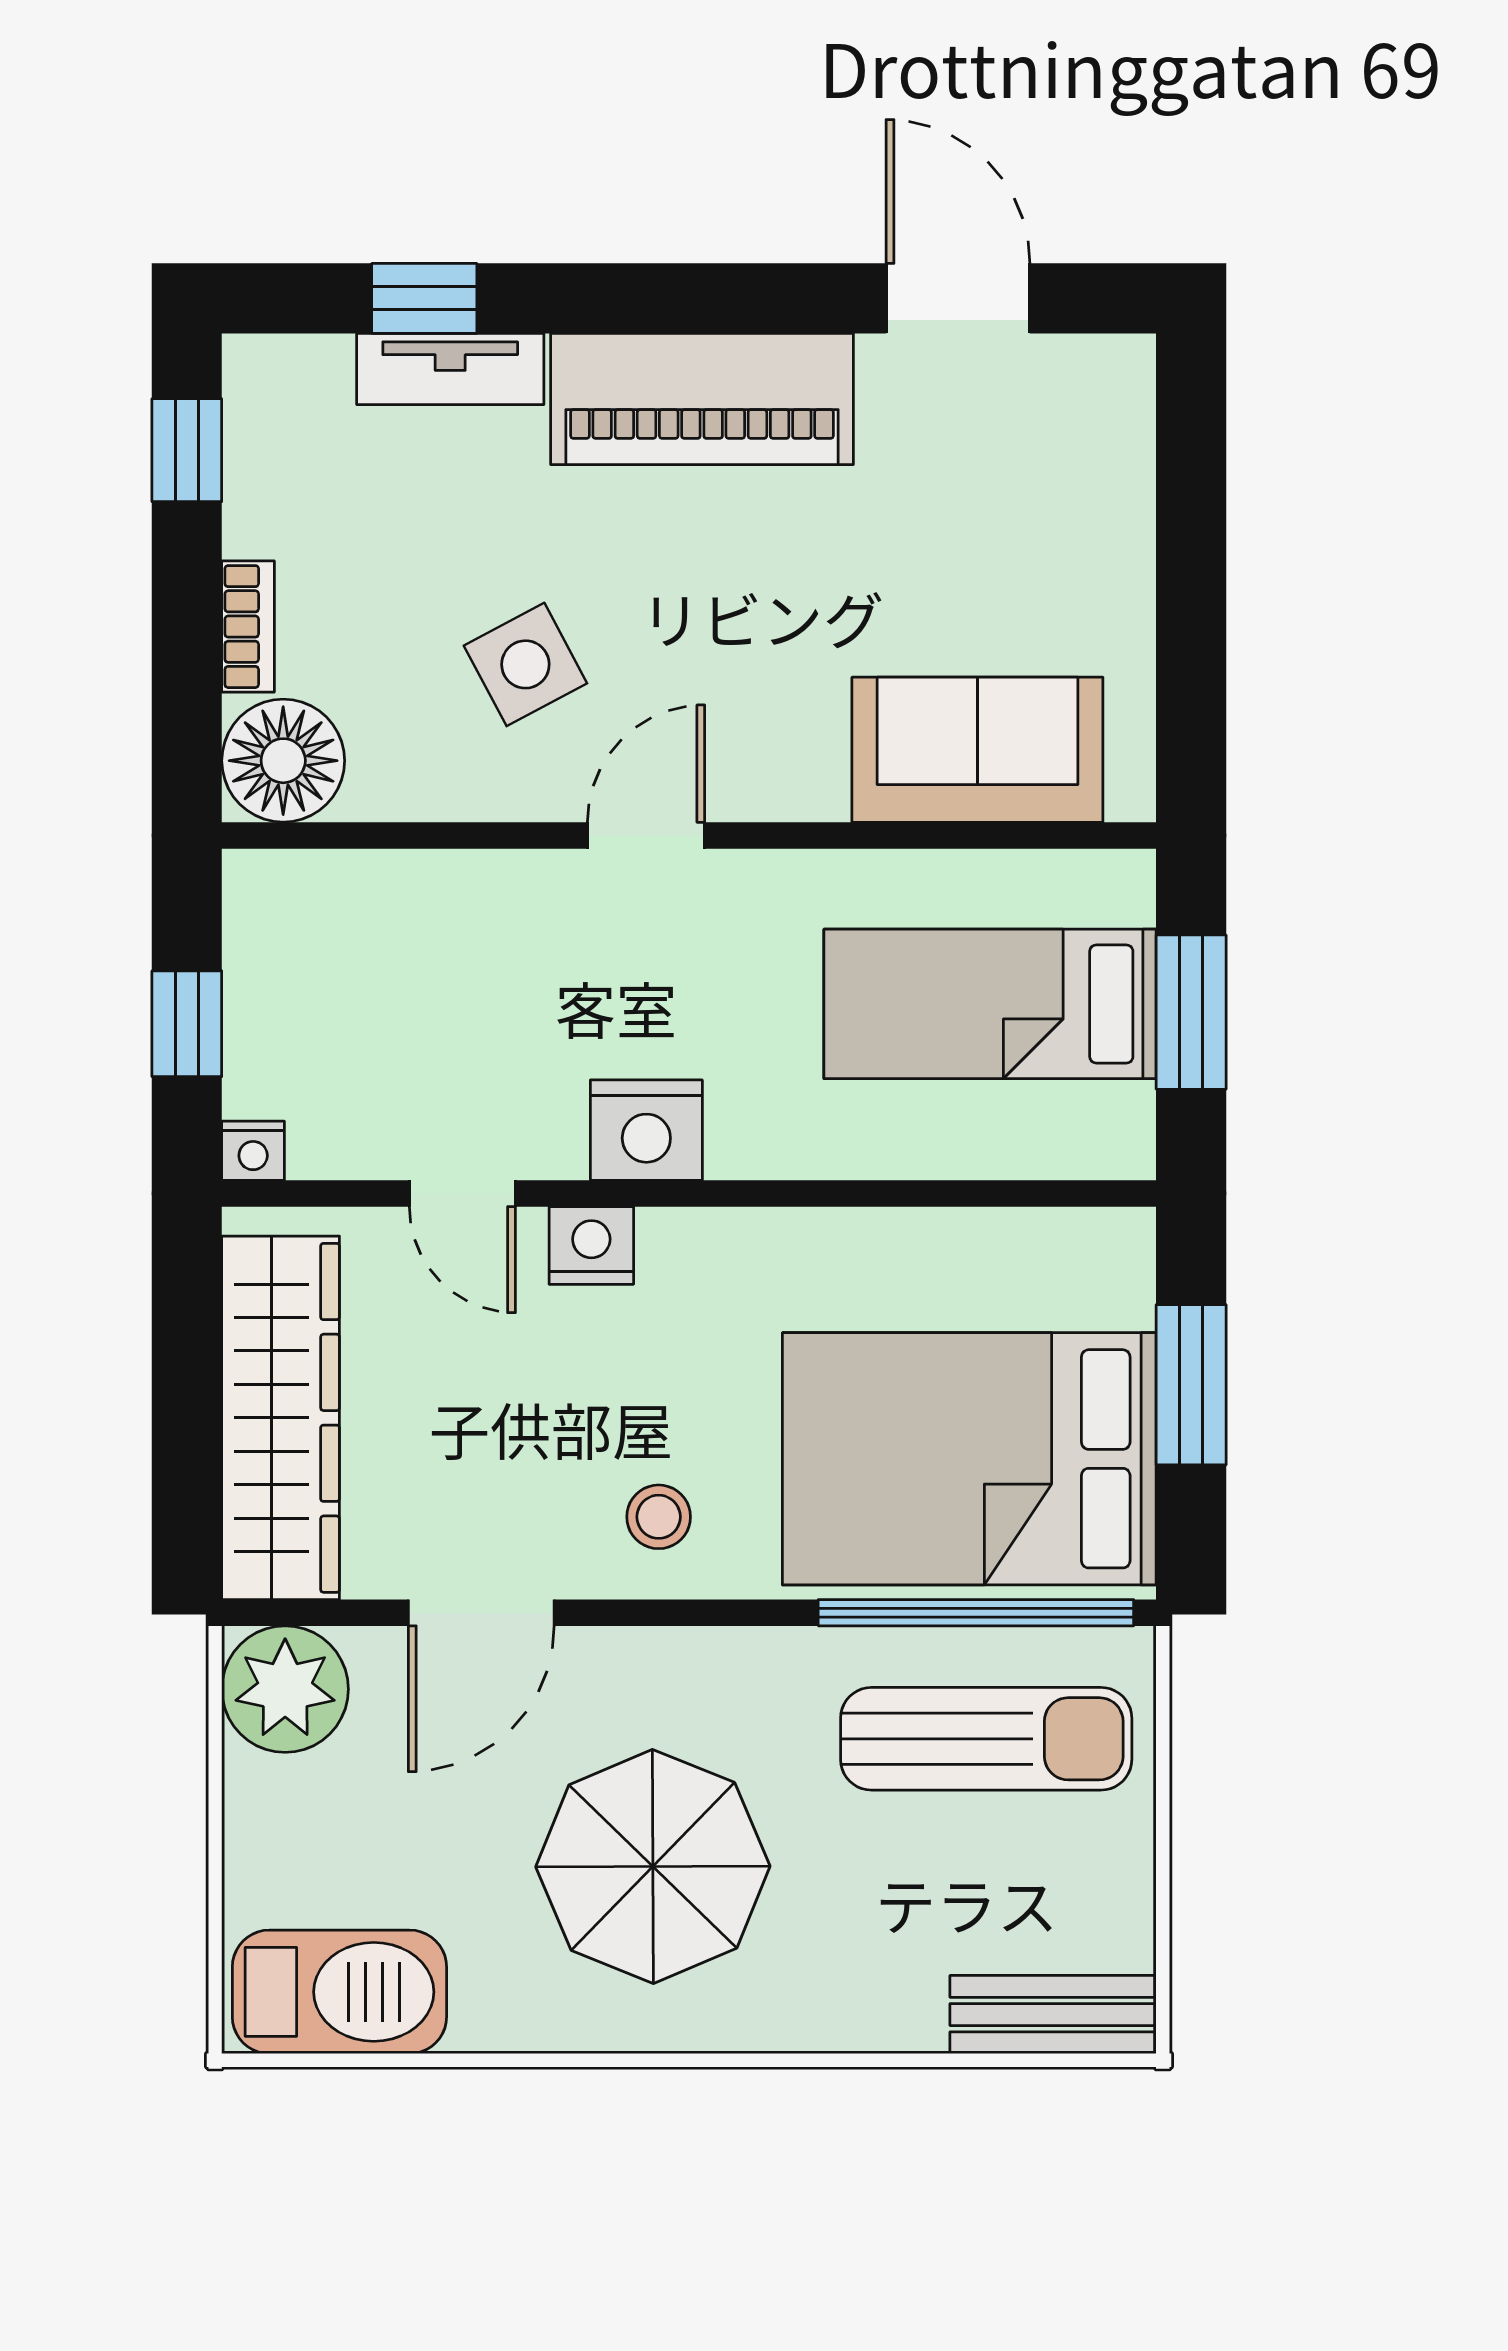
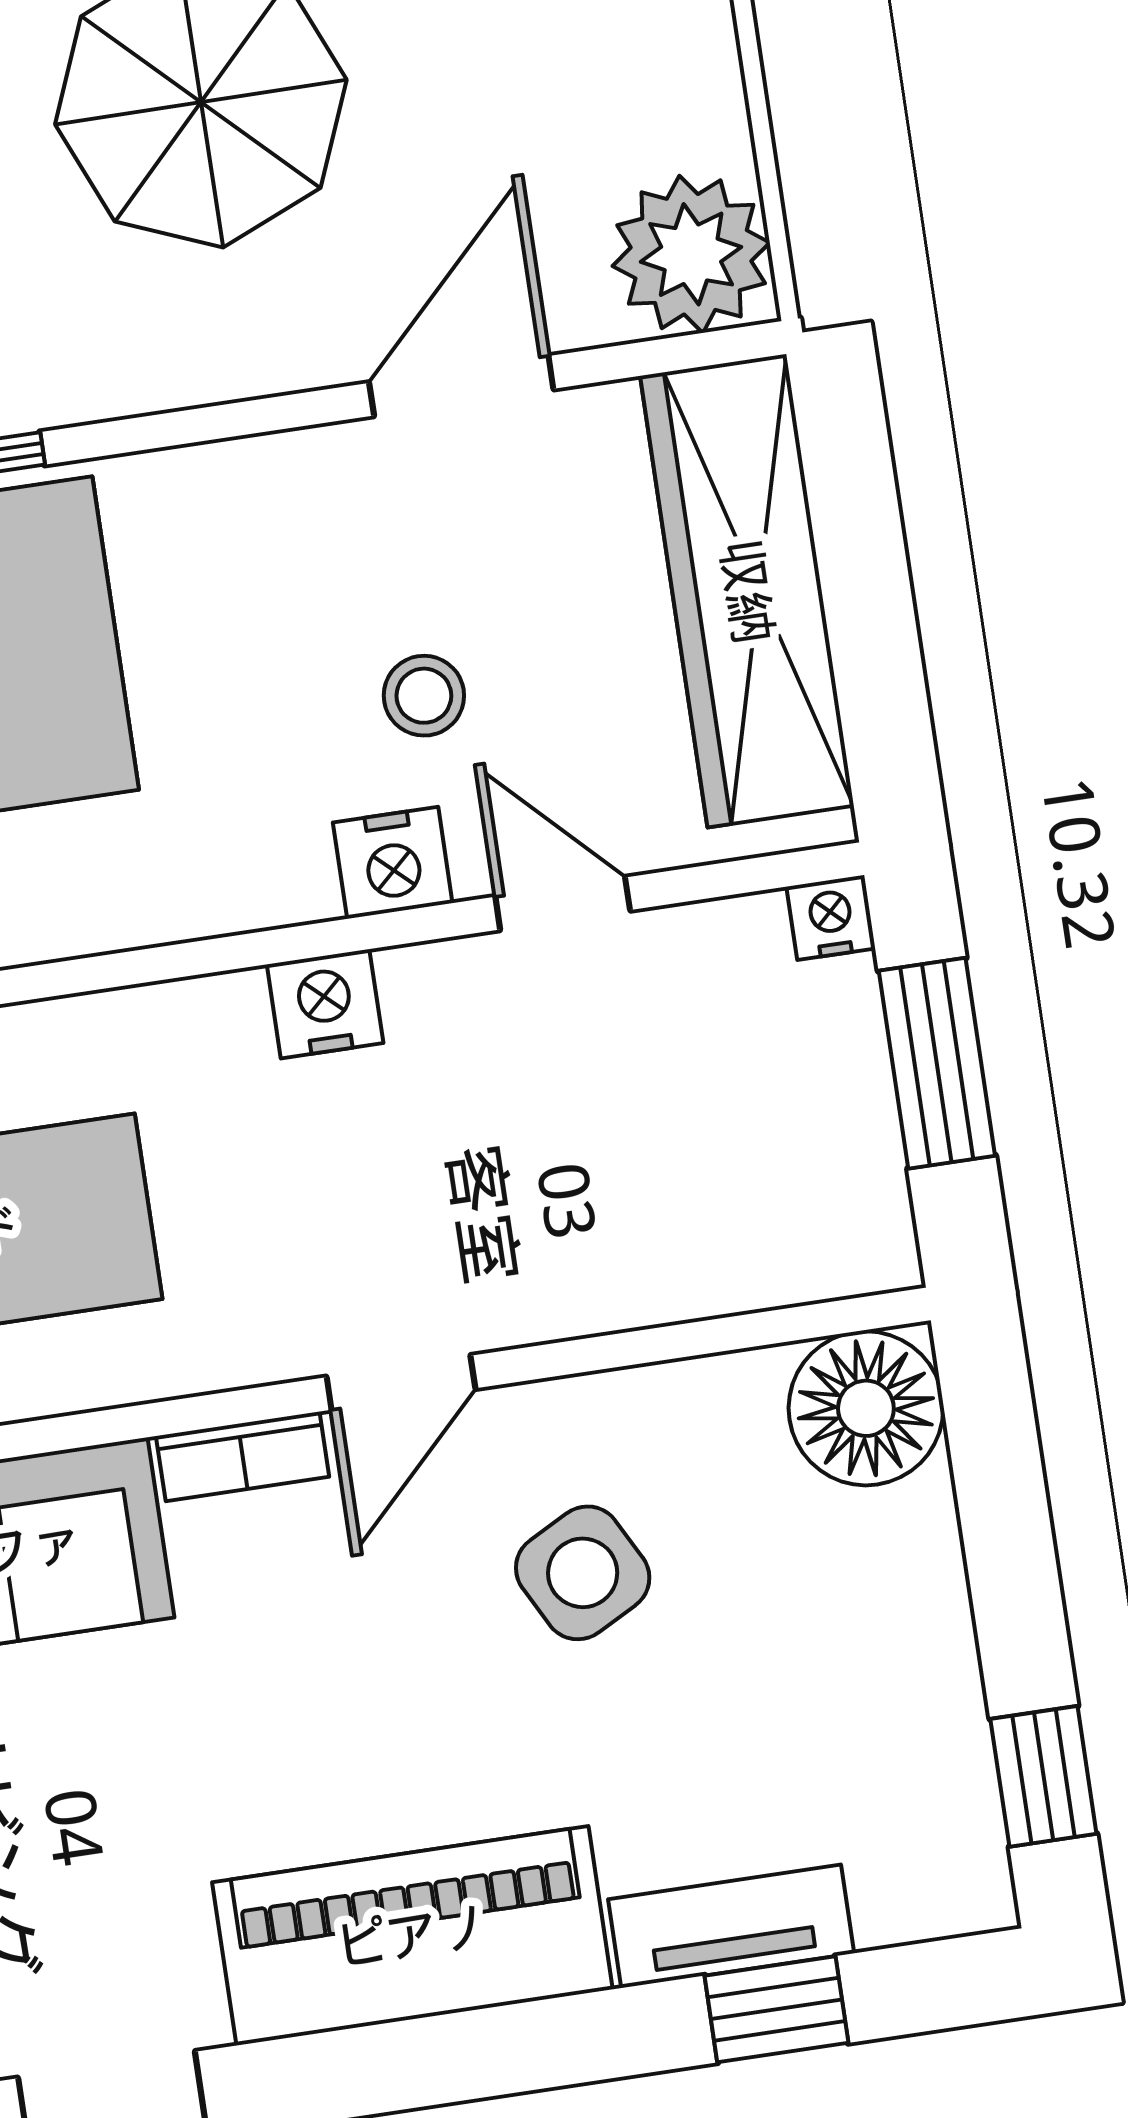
bookcase: (248, 627) -> (243, 1456), moved, turned -90
window: (187, 1024) -> (937, 1063), width x1.50
nightstand: (646, 1130) -> (325, 1004), width x0.74, depth x0.75
stool: (659, 1517) -> (424, 696), moved

